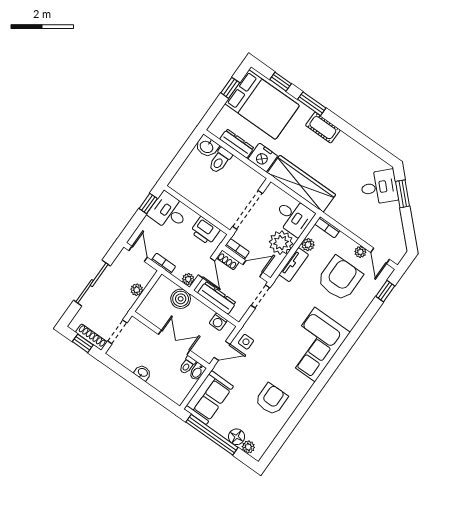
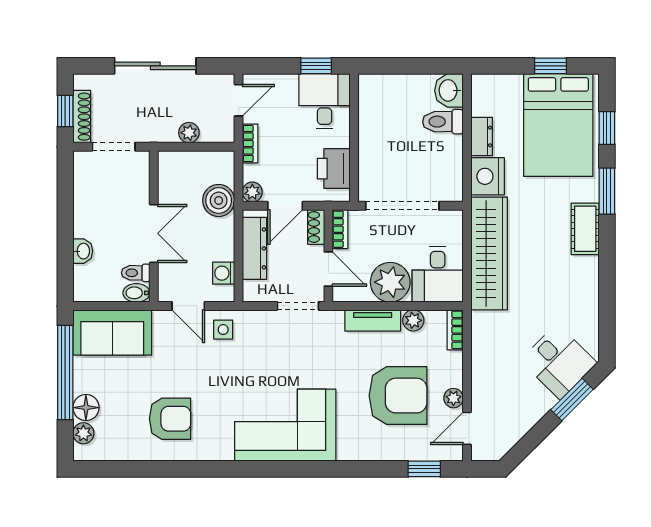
dresser: (237, 144) -> (482, 136), width x0.70
washbasin: (143, 373) -> (83, 251), moved

